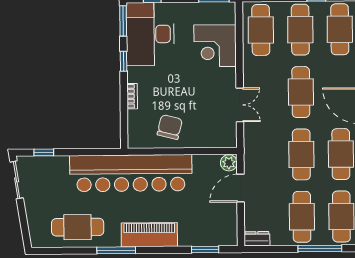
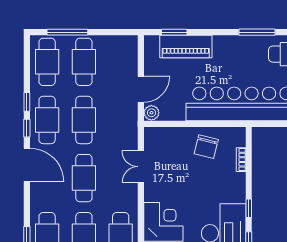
bookcase: (132, 96) -> (241, 160), moved
piano: (149, 235) -> (186, 46), moved
dresser: (257, 239) -> (126, 42), removed

